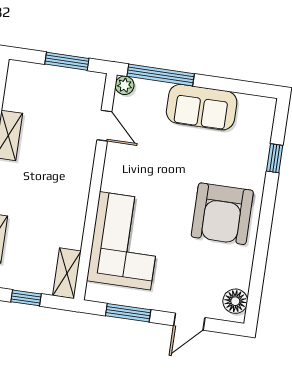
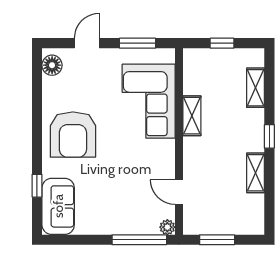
sofa: (202, 107) -> (58, 206), moved, turned 90
armchair: (222, 214) -> (73, 135), turned 180
shelving: (67, 273) -> (192, 116), moved

